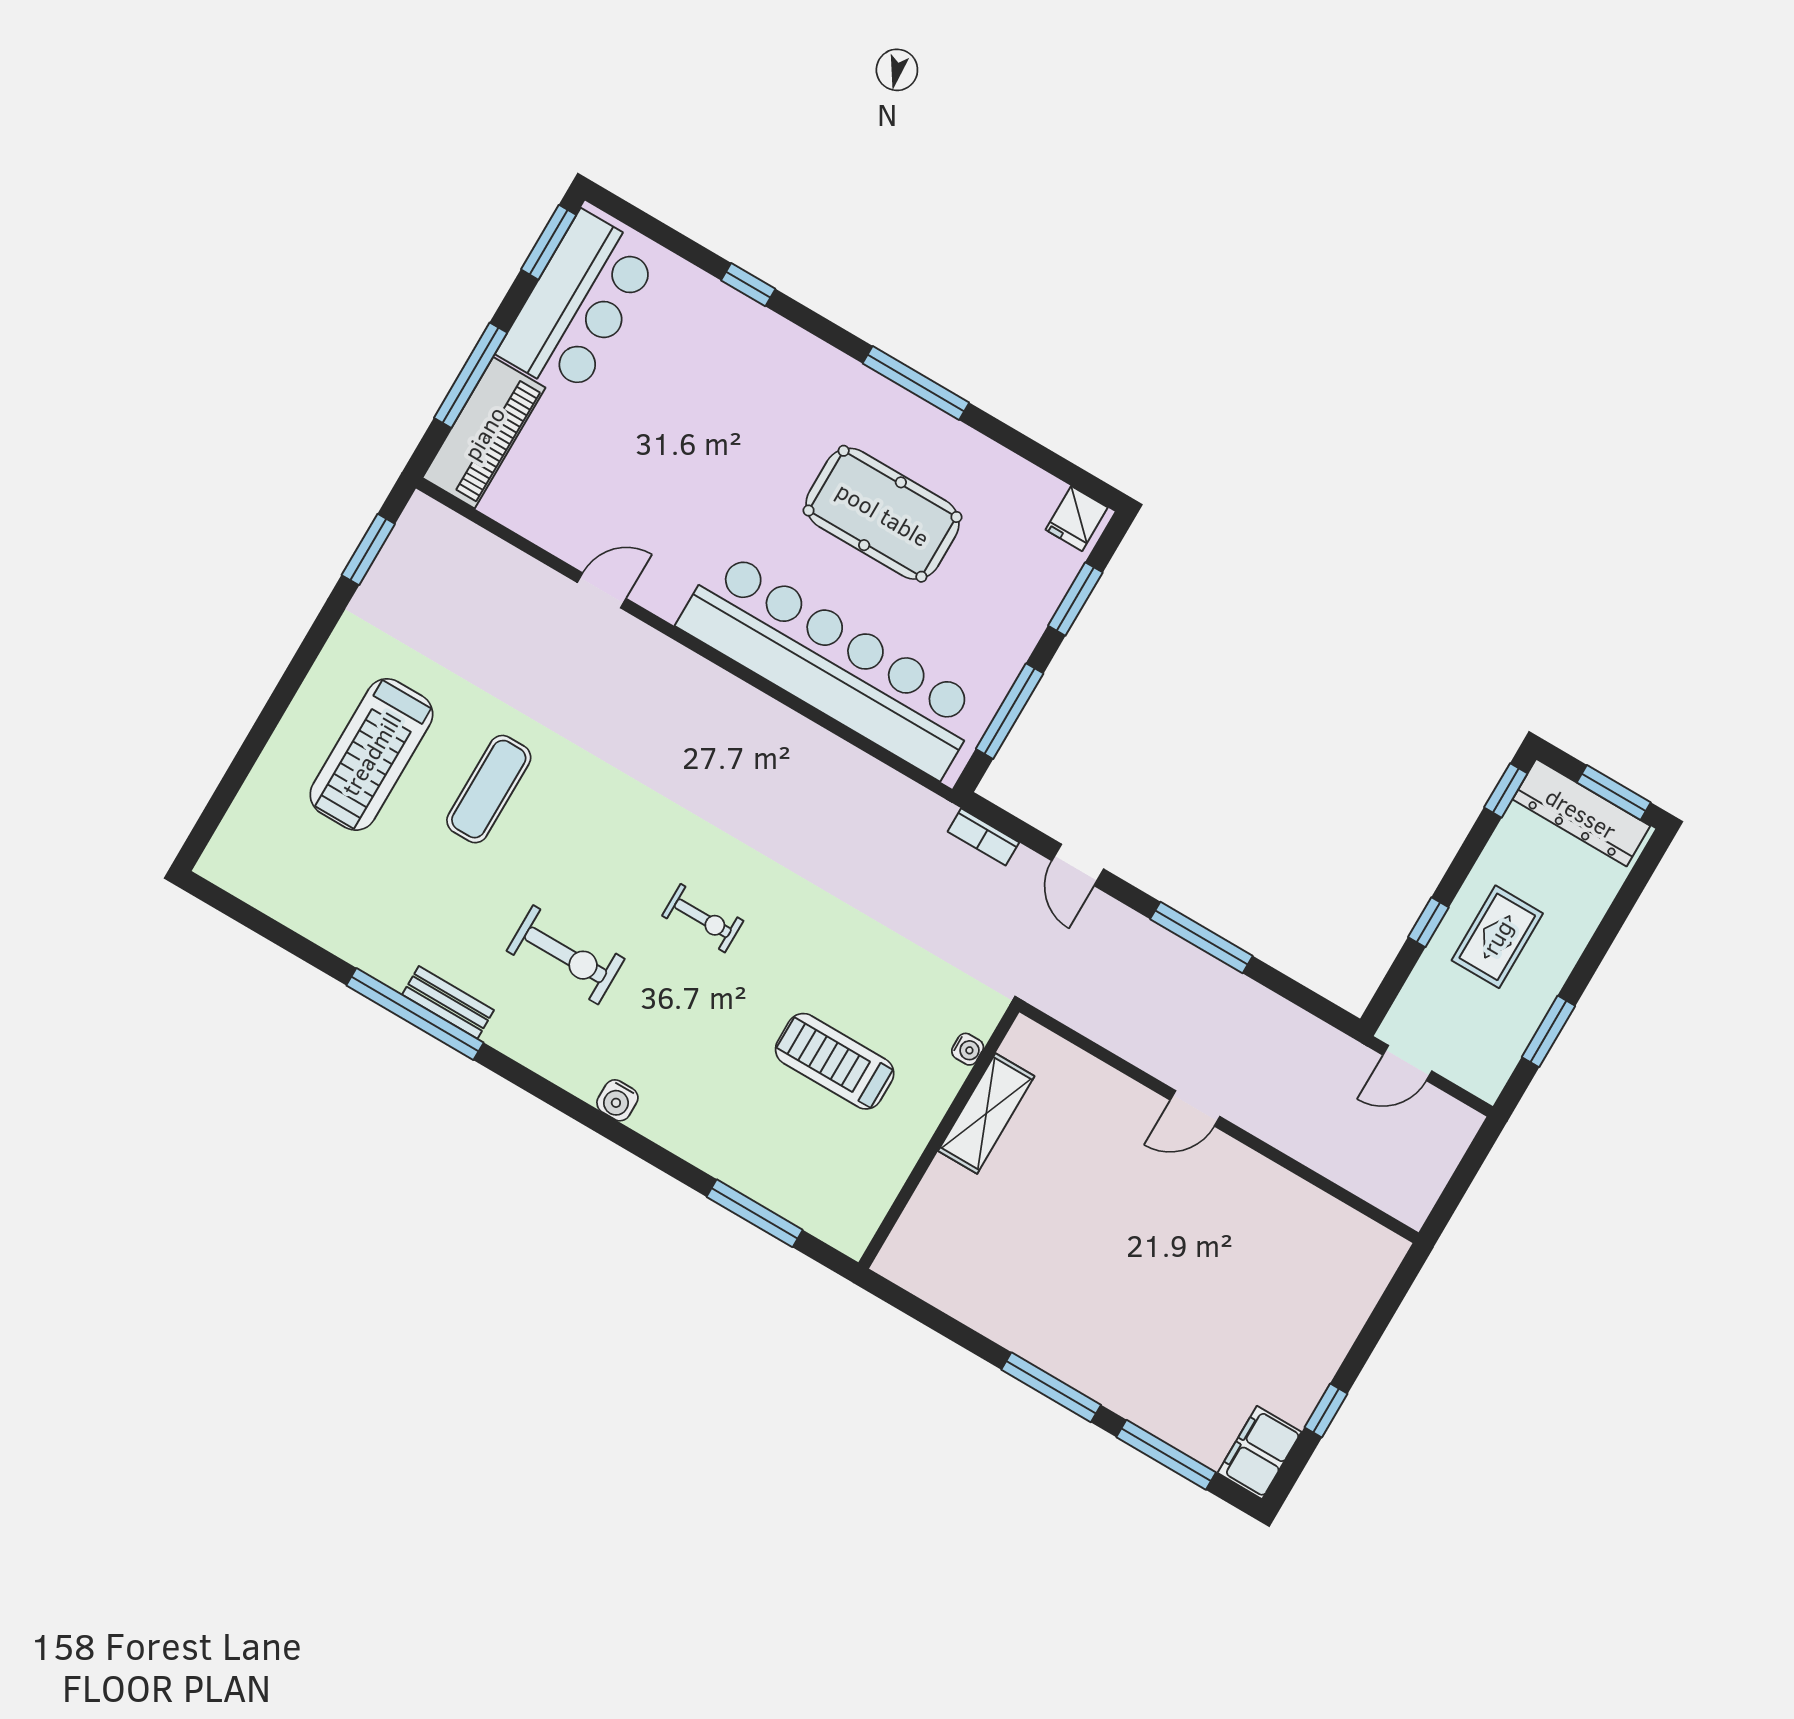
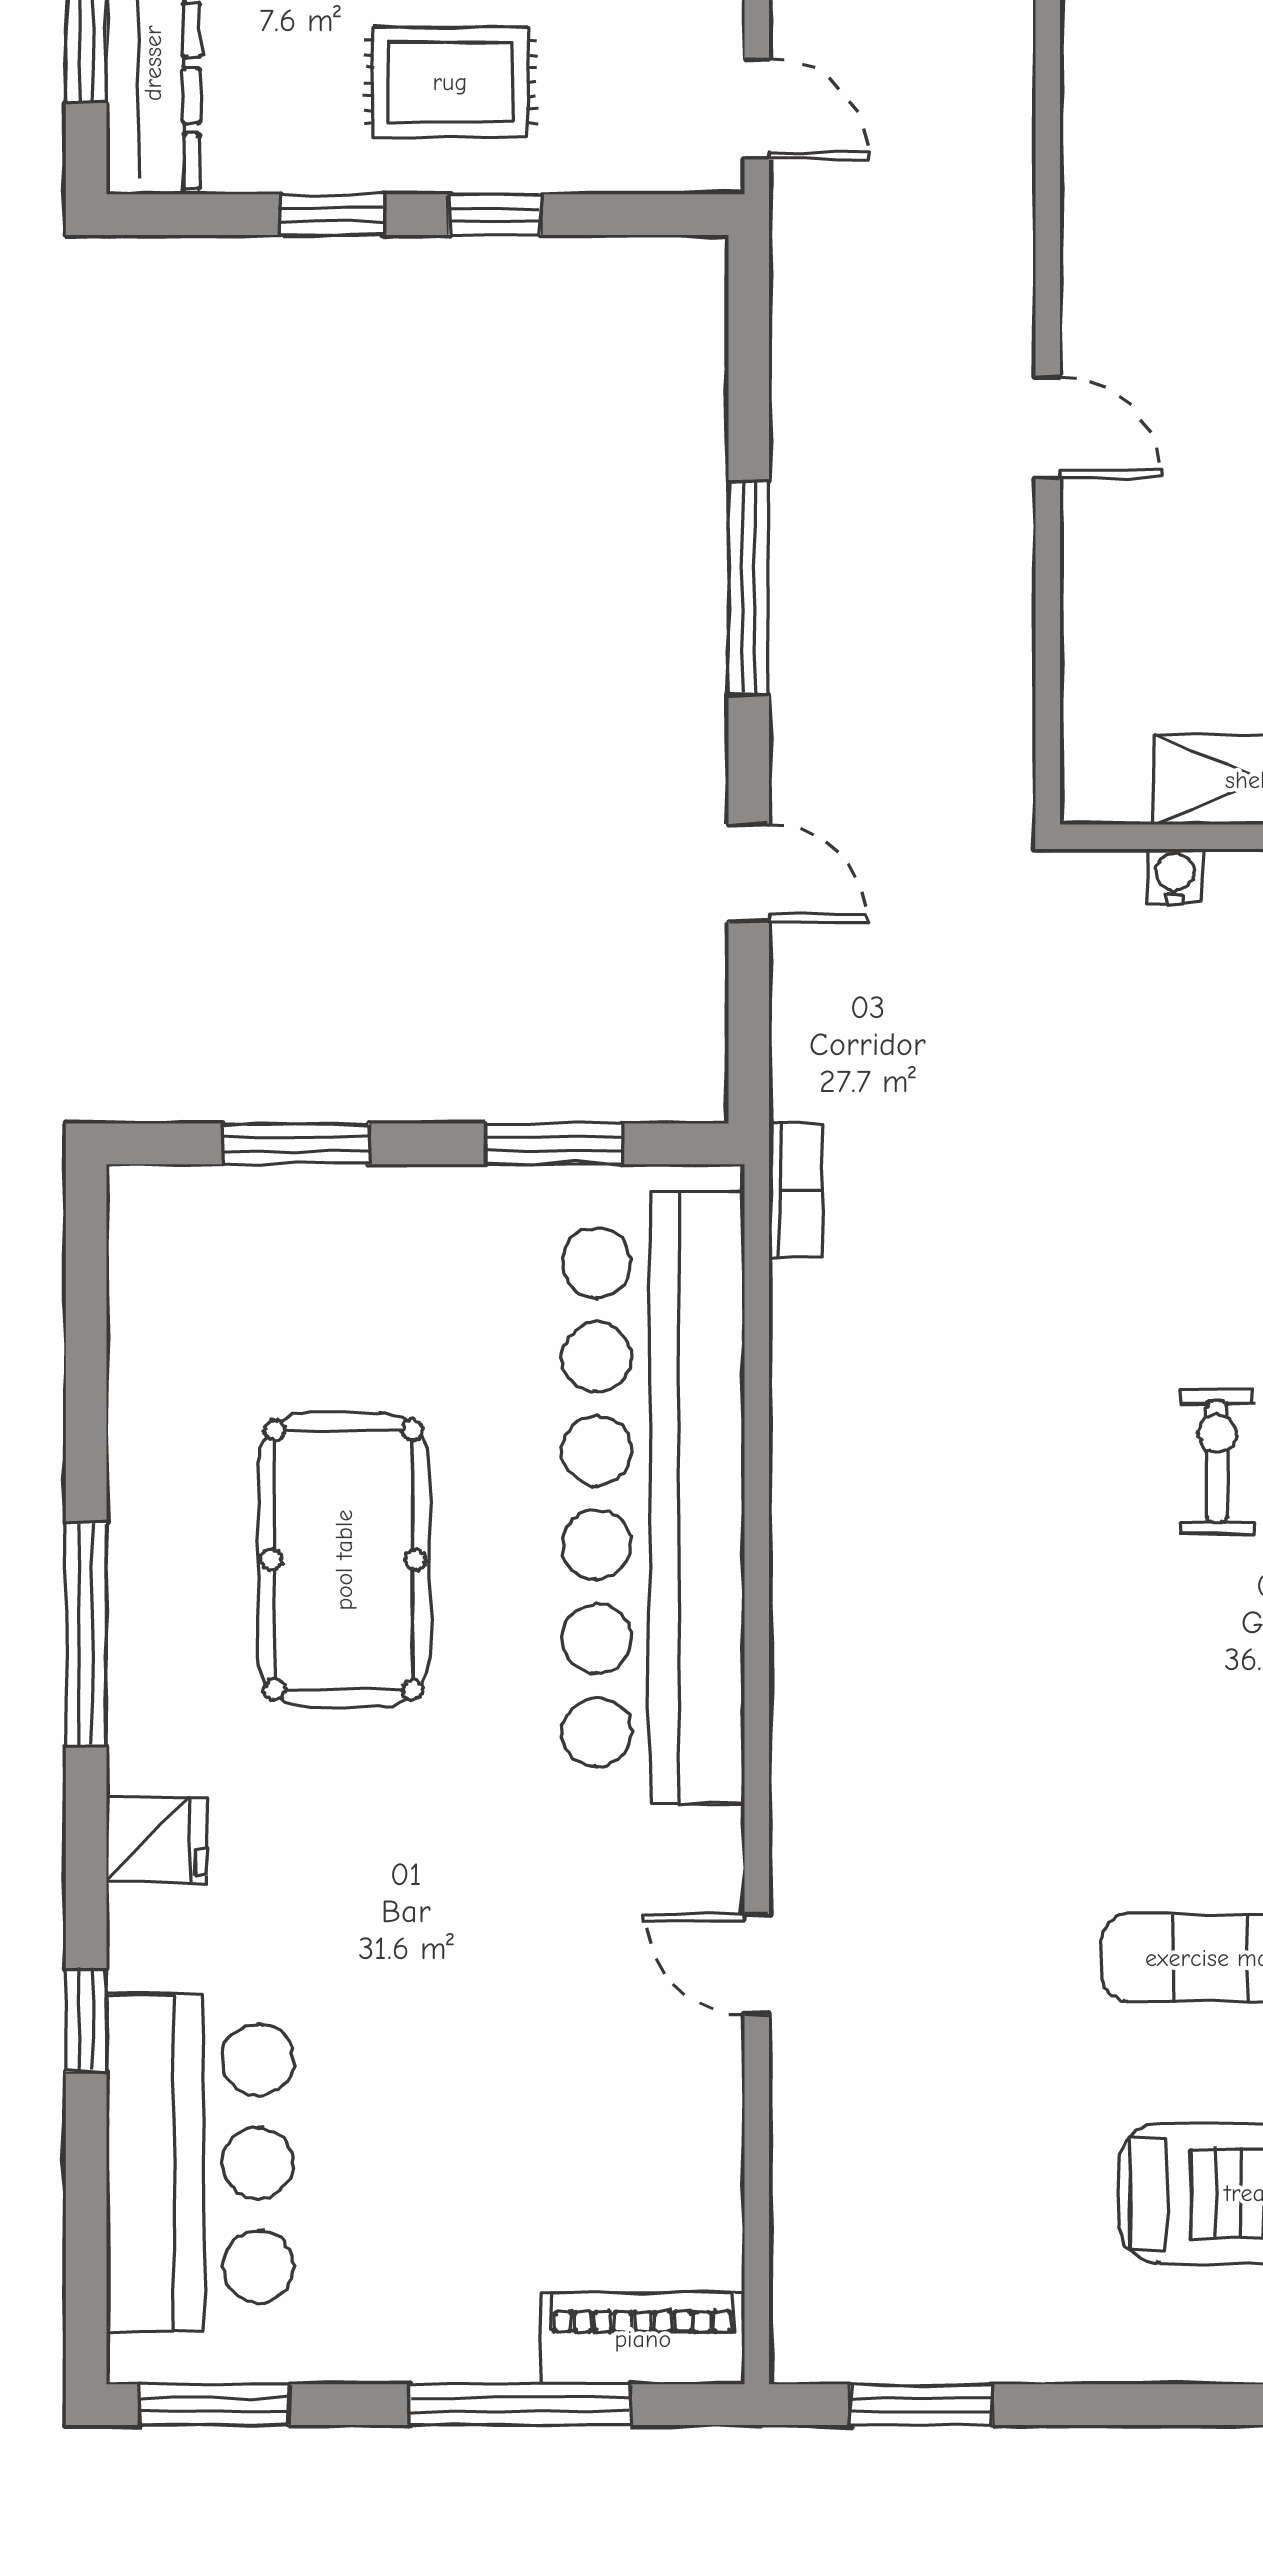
bar counter: (578, 305) -> (200, 2163), moved, turned 90
piano: (484, 433) -> (643, 2339), width x0.73, depth x0.75
fridge: (1077, 519) -> (157, 1840), moved
window: (1010, 711) -> (554, 1144), width x0.69
window: (1506, 790) -> (332, 215), moved
bookcase: (983, 837) -> (796, 1190), moved
door: (1078, 865) -> (749, 873), hinge flipped

